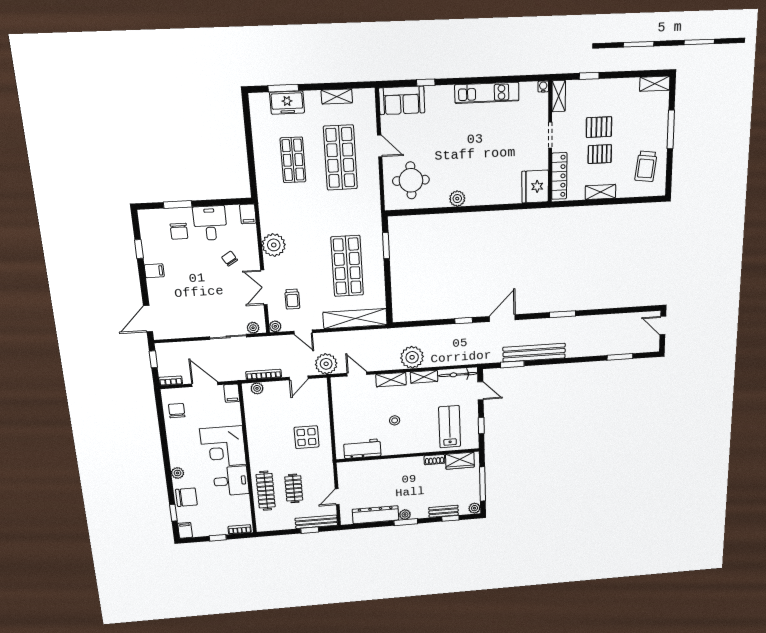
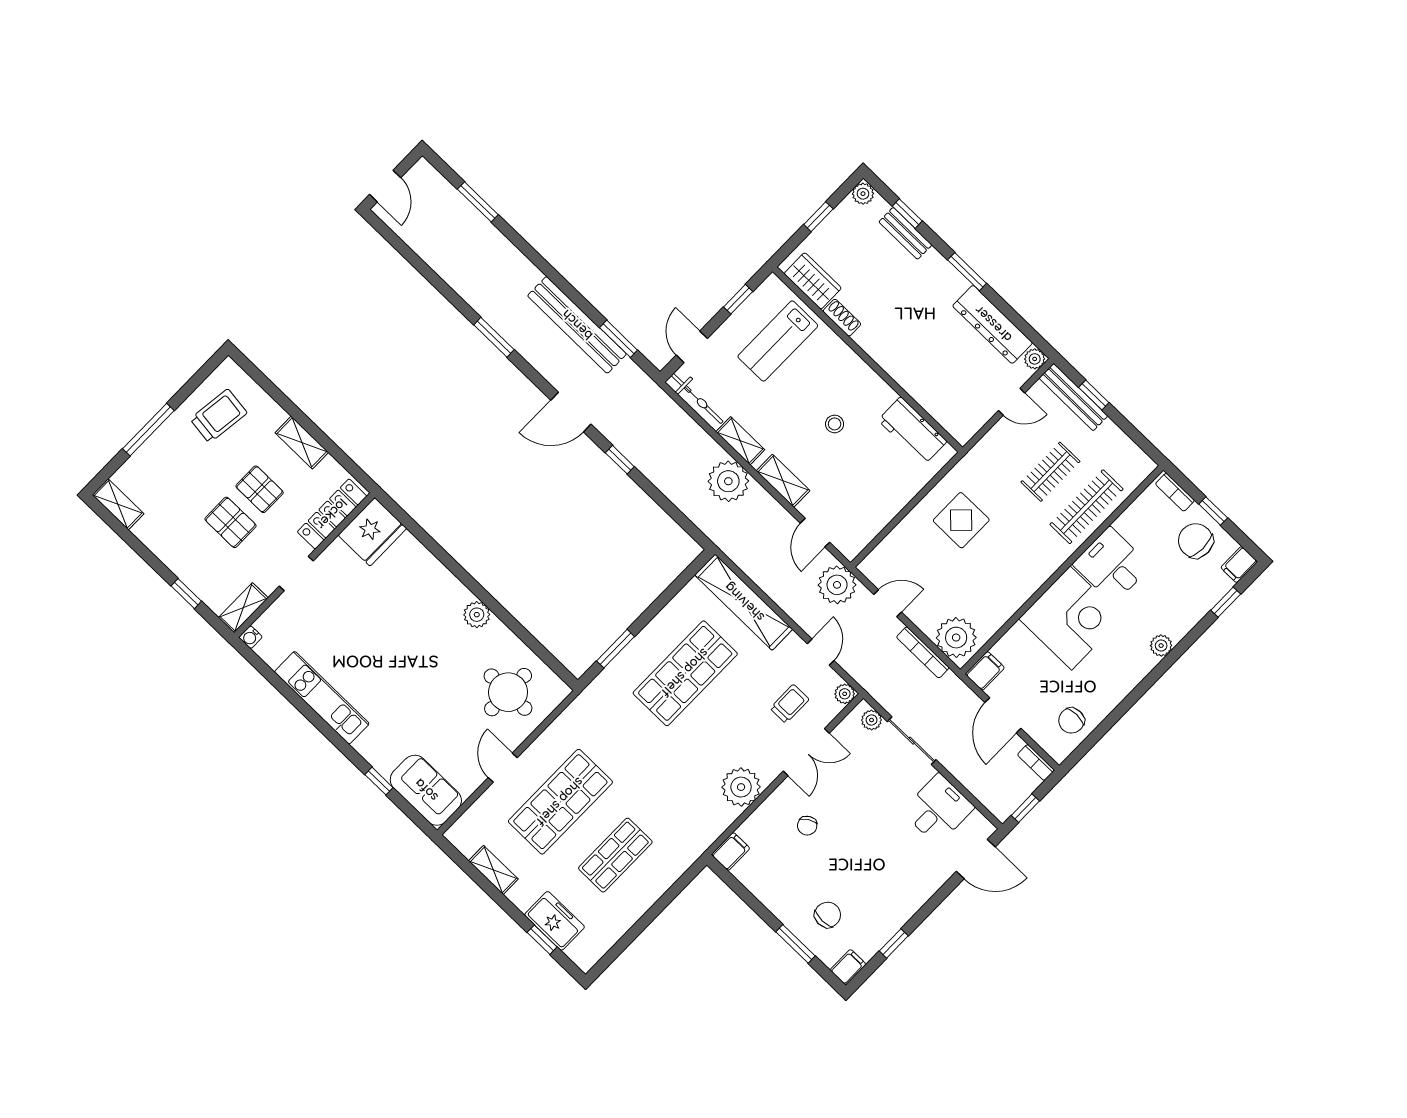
window: (283, 88) -> (542, 940), width x0.67
desk: (210, 223) -> (938, 809), moved, turned 180
filing cabinet: (154, 271) -> (848, 967), moved, turned 90
plant: (257, 388) -> (956, 638), width x1.87, depth x1.87
window: (482, 484) -> (818, 217), width x0.46
chair: (186, 497) -> (1196, 541), moved
plant: (405, 515) -> (1035, 359), moved

